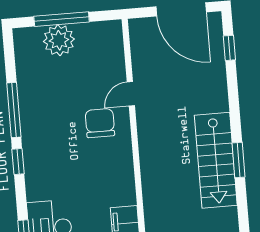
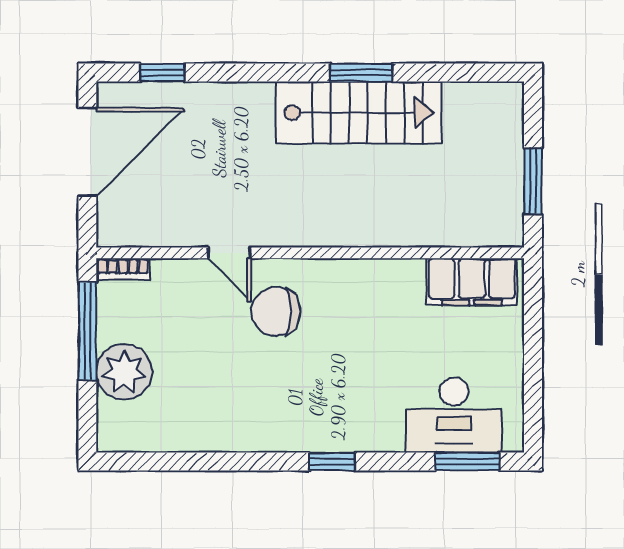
window: (62, 19) -> (87, 331), moved
bookcase: (117, 35) -> (123, 269), added
window: (14, 110) -> (241, 462), removed

